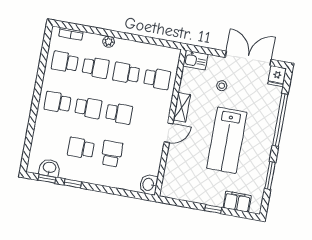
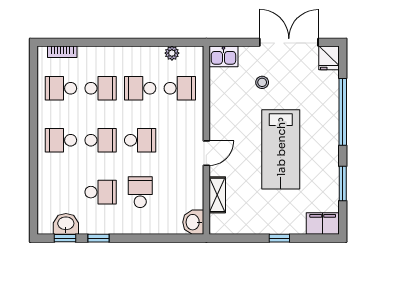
plant: (109, 42) -> (172, 53), moved
shelving: (182, 107) -> (217, 195), moved
school desk: (81, 148) -> (101, 192), turned 180
filing cabinet: (237, 202) -> (323, 224), moved

